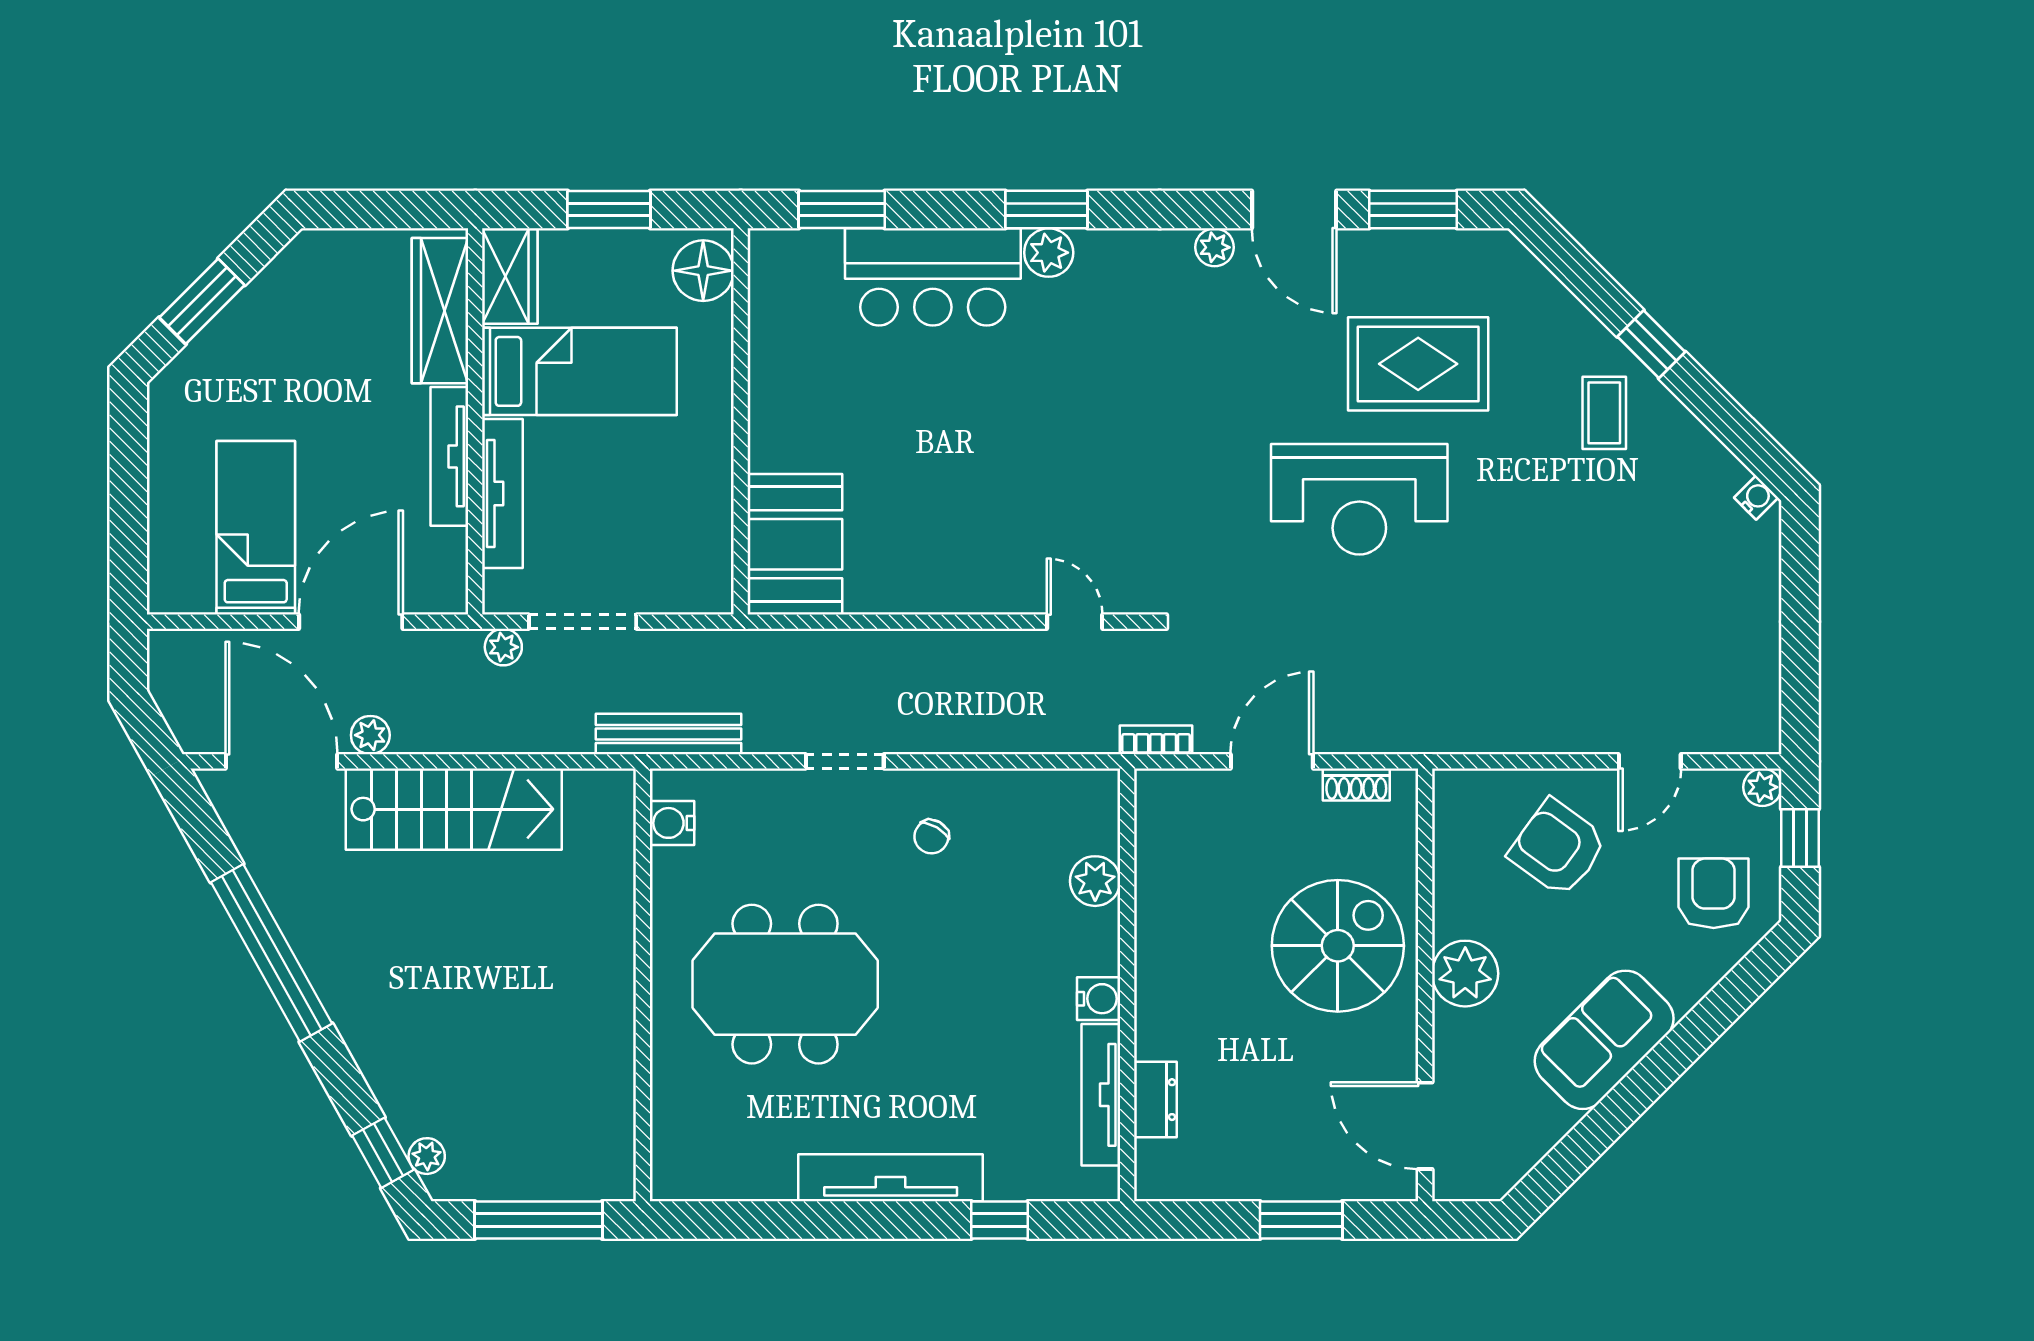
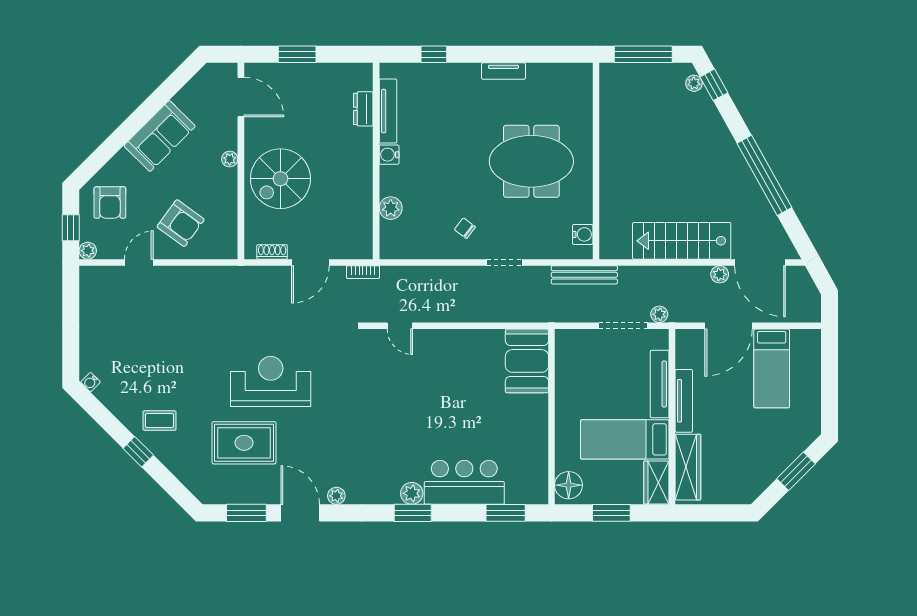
coffee table: (1604, 413) -> (160, 421), turned 90
chair: (931, 837) -> (465, 228), turned -83
plant: (1465, 974) -> (230, 159), width x0.53, depth x0.53
tv unit: (891, 1178) -> (503, 71), width x0.52, depth x0.78

